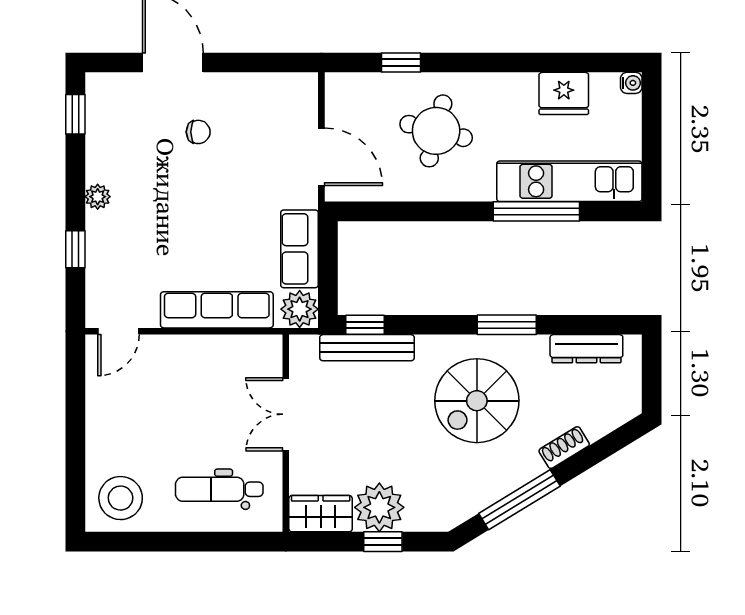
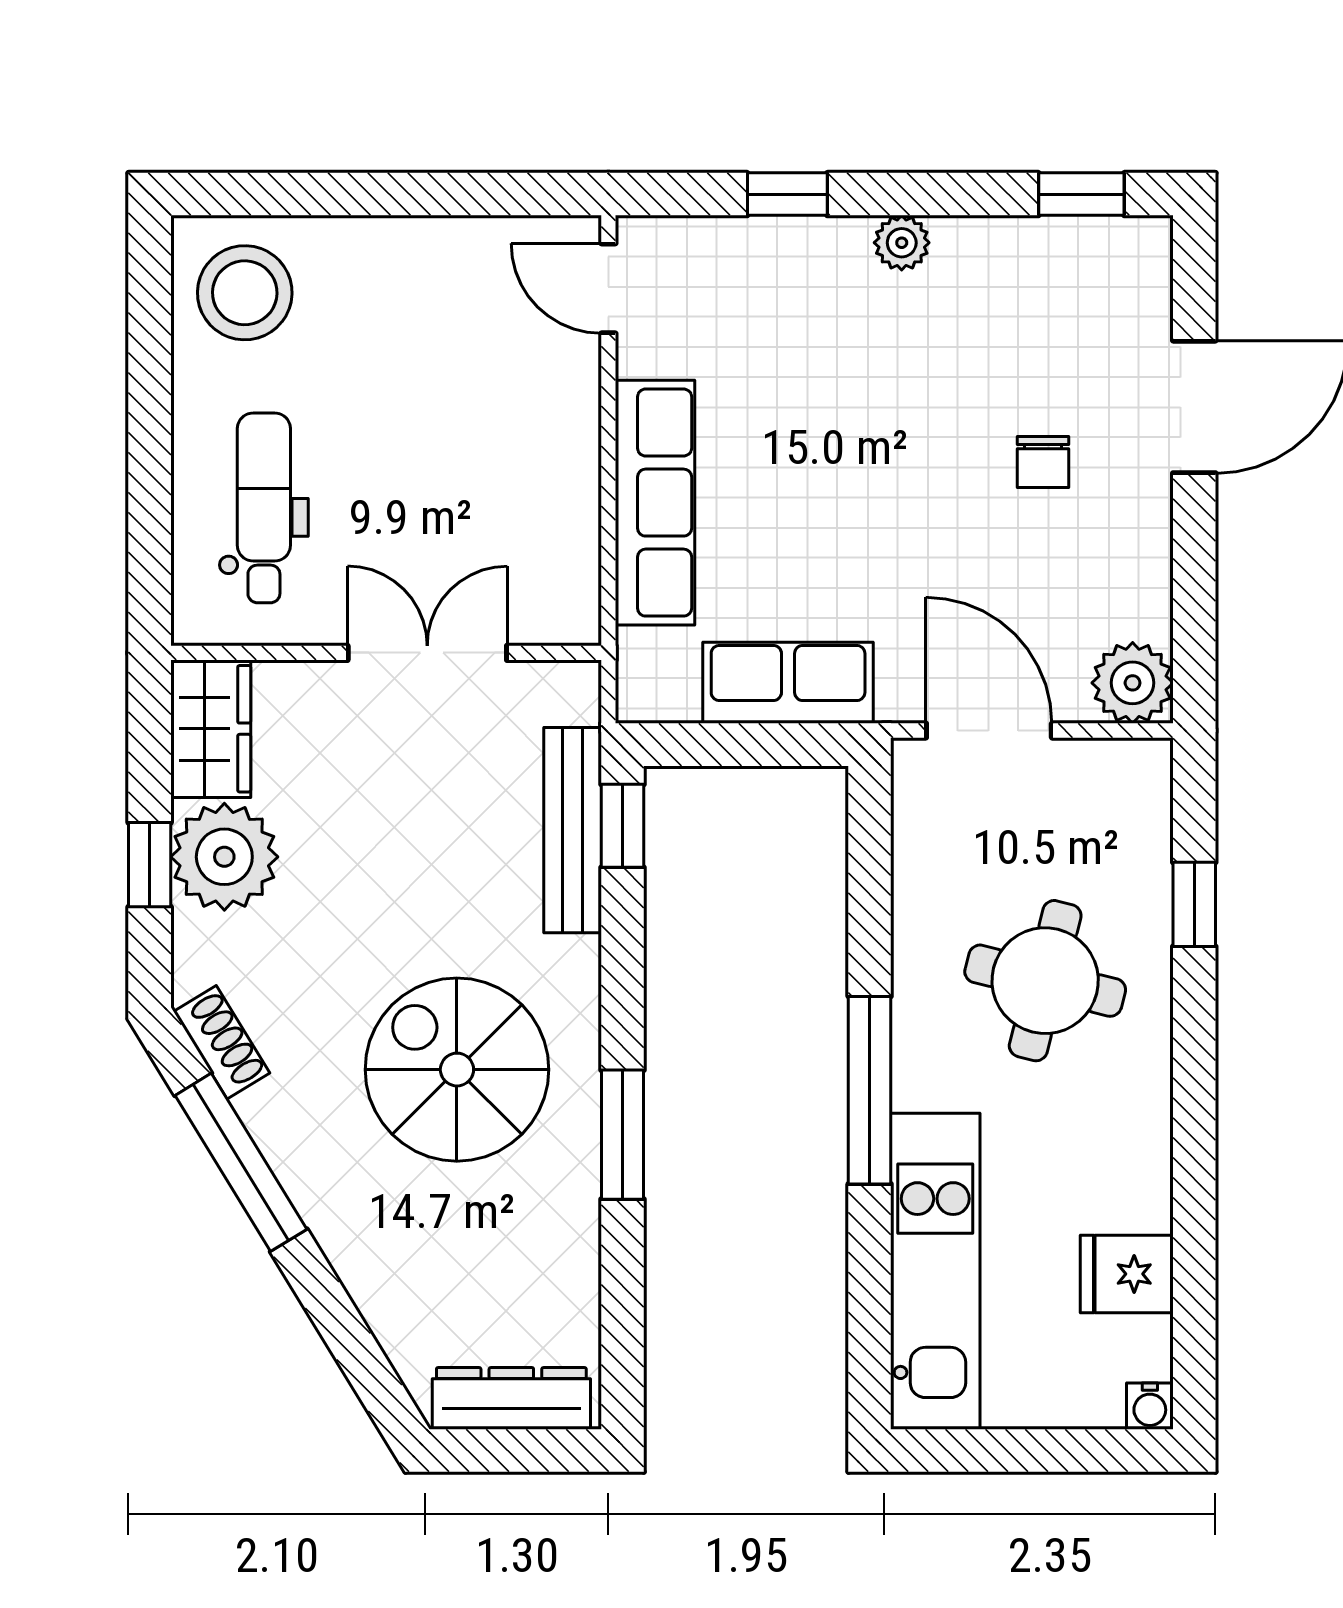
fridge: (564, 93) -> (1127, 1274), width x0.72
door: (321, 157) -> (989, 731), swing flipped
window: (536, 211) -> (870, 1090), moved
plant: (300, 309) -> (1133, 683), moved
dresser: (586, 349) -> (511, 1398), moved, turned 90
shoe rack: (564, 448) -> (222, 1042), moved

